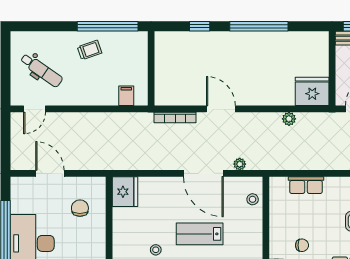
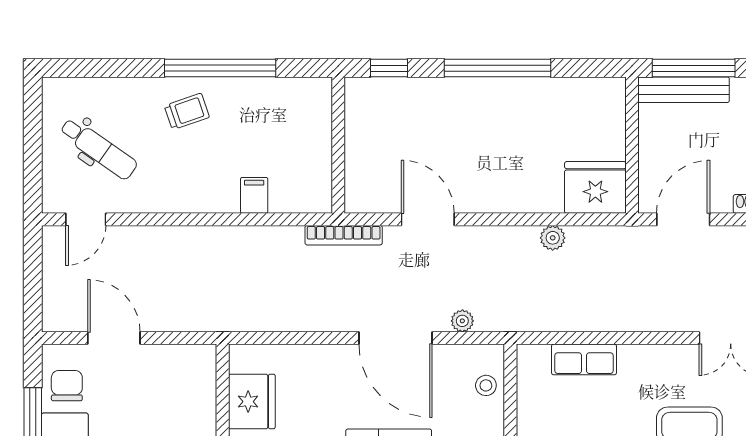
wall: (151, 68) -> (338, 145), moved
fridge: (125, 192) -> (252, 402), moved
chair: (80, 208) -> (67, 386), moved

